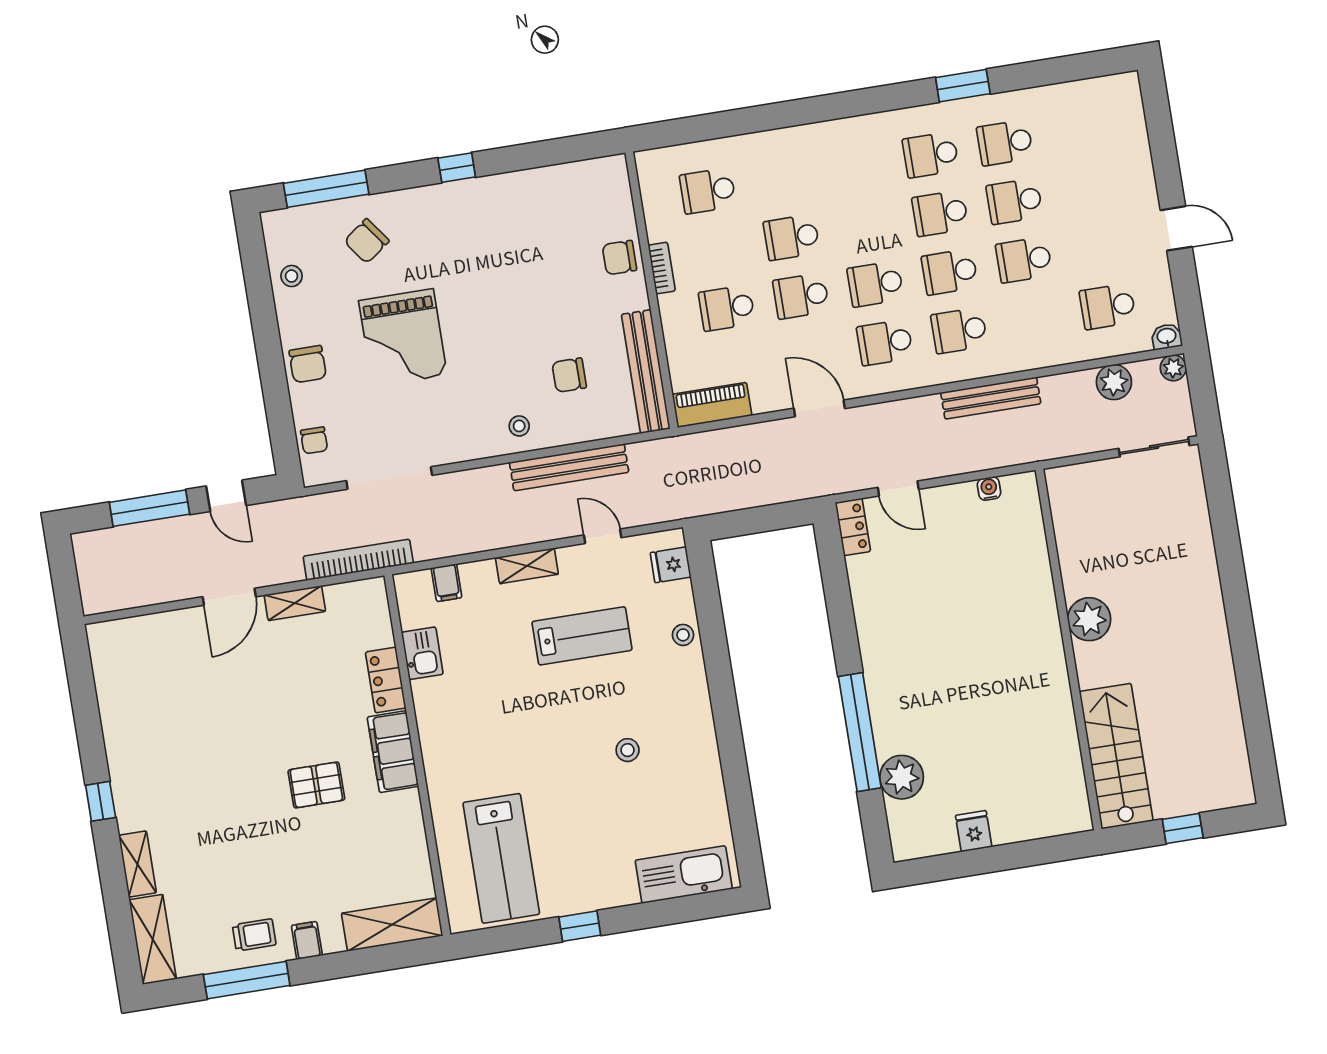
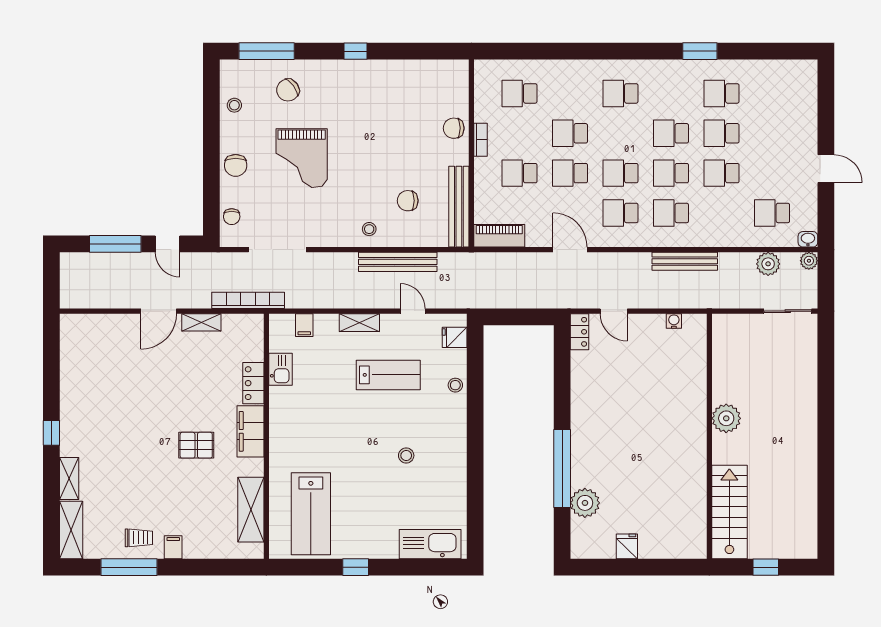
school desk: (931, 155) -> (620, 93), moved
shelving: (392, 925) -> (251, 510), moved, turned 90

